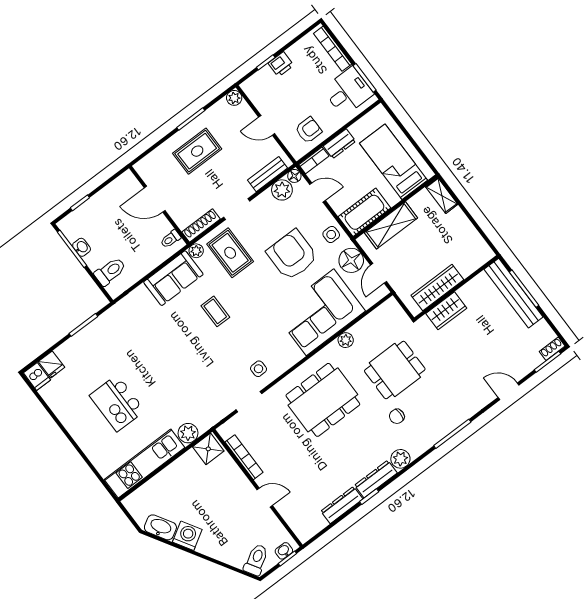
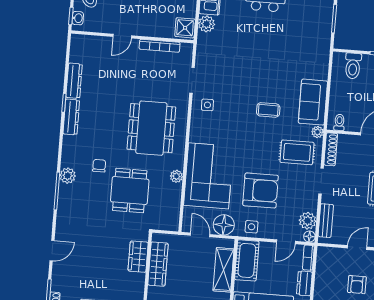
armchair: (309, 130) -> (357, 285), moved
plant: (400, 459) -> (68, 176), moved

